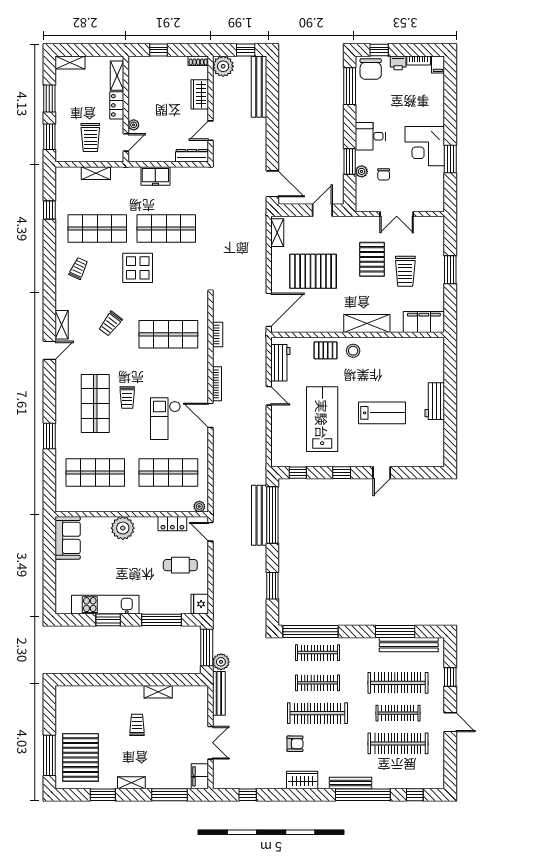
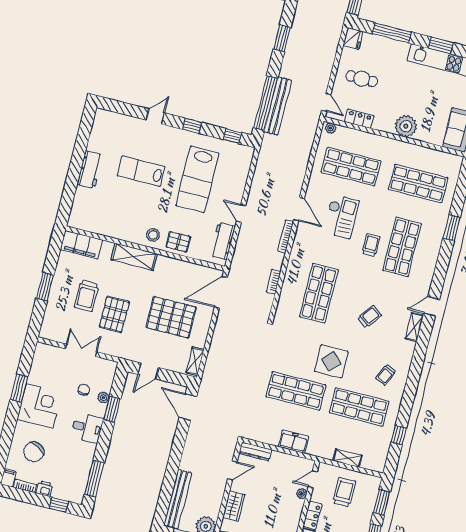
chair: (371, 69) -> (34, 452), moved, turned -152
trolley: (405, 271) -> (87, 296), turned 180
shop shelf: (168, 334) -> (319, 293), turned 90

